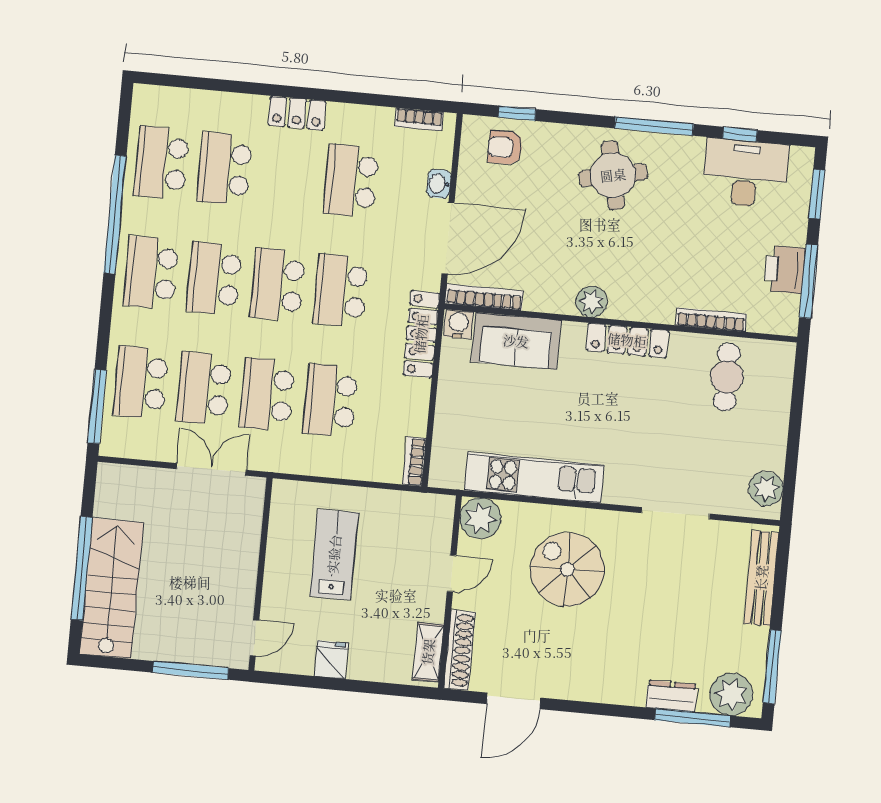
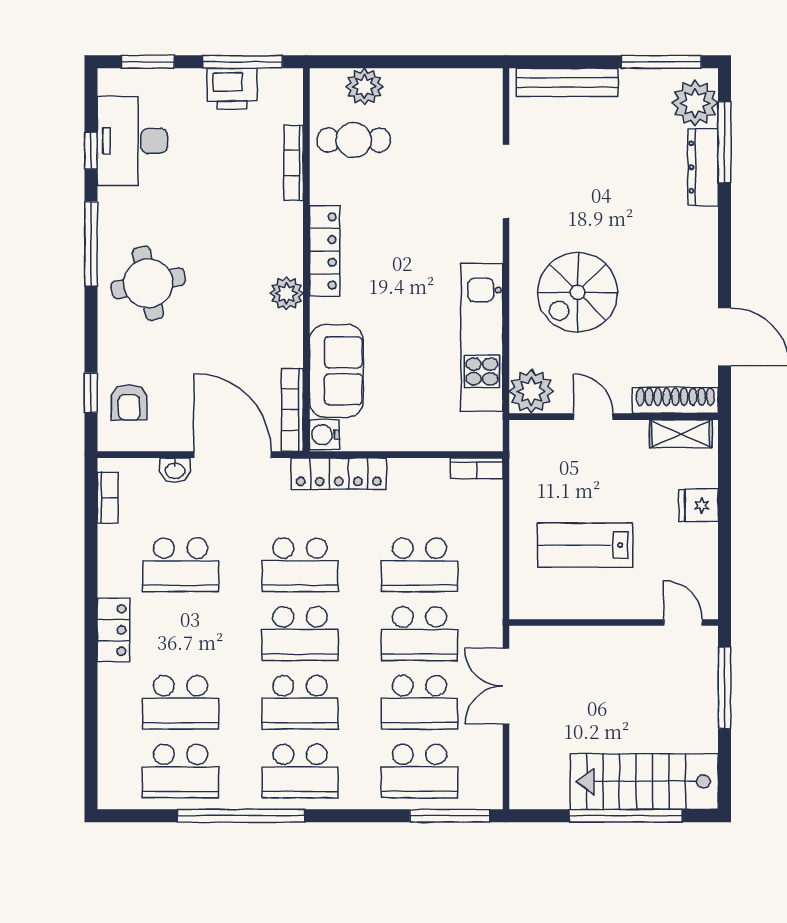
plant: (766, 489) -> (364, 87), moved
fridge: (331, 660) -> (699, 505), moved
dresser: (672, 696) -> (703, 167), width x1.44

